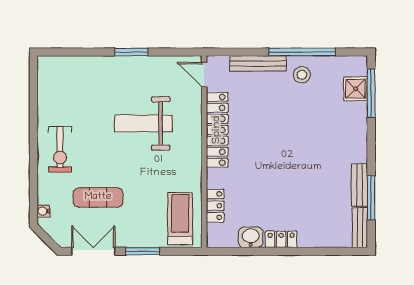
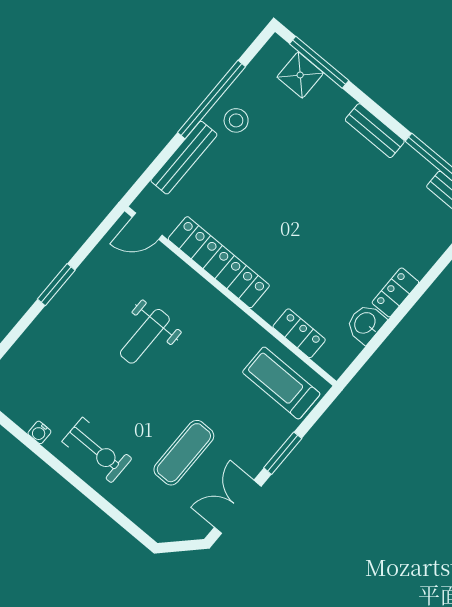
weight bench: (143, 123) -> (145, 336), width x0.73, depth x0.75
bench: (359, 185) -> (375, 131), moved
water cooler: (43, 211) -> (39, 432), moved

